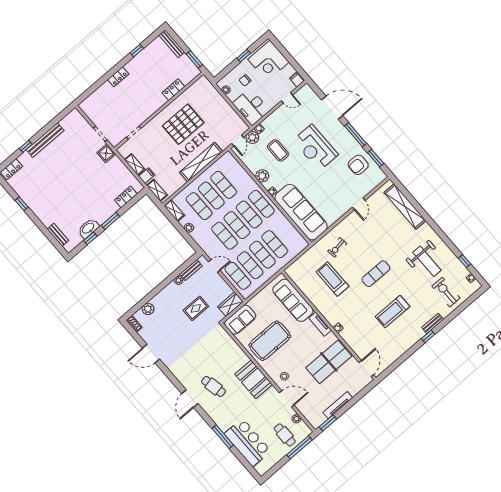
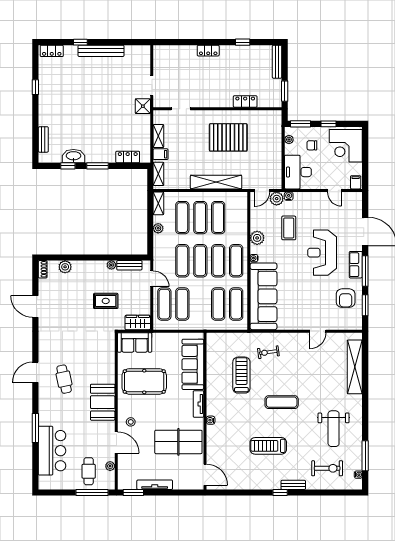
window: (225, 72) -> (301, 124), added
row of seats: (345, 136) -> (356, 265), added
armchair: (358, 165) -> (346, 298), turned -90
exercise mat: (262, 255) -> (236, 304), moved
window: (465, 261) -> (365, 456), width x2.17
exercise bike: (446, 292) -> (327, 468), turned 90
door: (366, 369) -> (205, 475), hinge flipped

